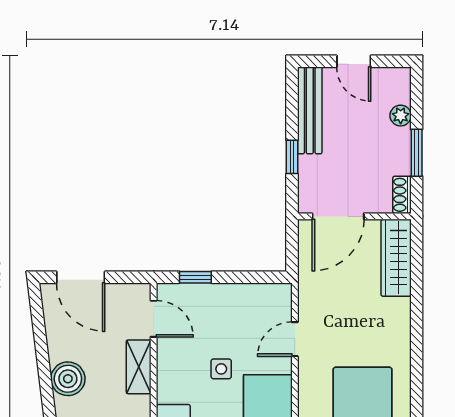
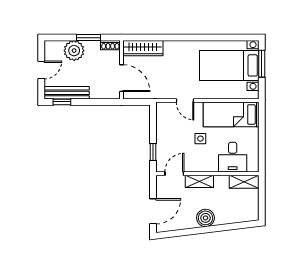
plant: (401, 116) -> (74, 51), width x1.88, depth x1.88
window: (292, 157) -> (62, 102), moved

